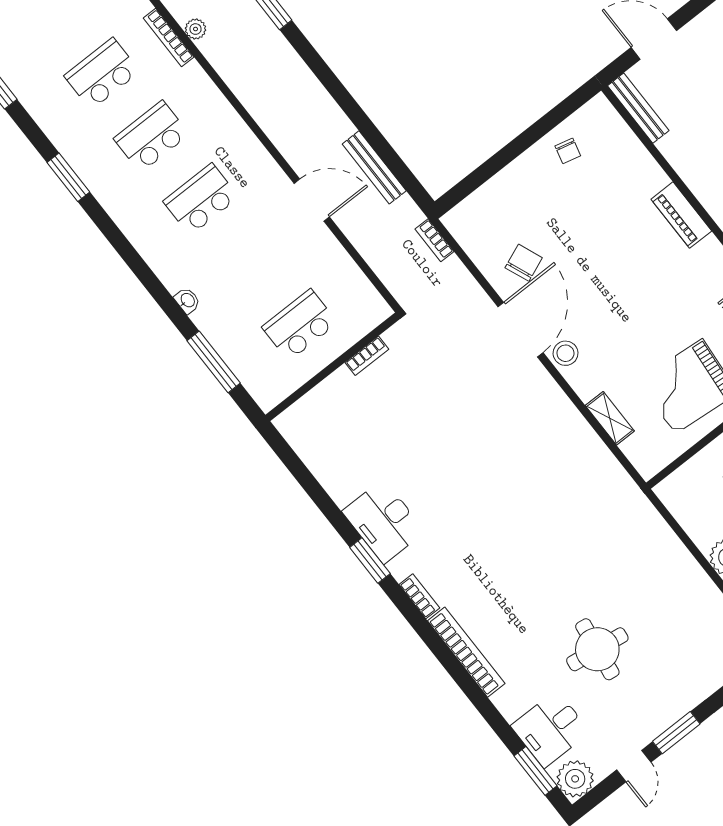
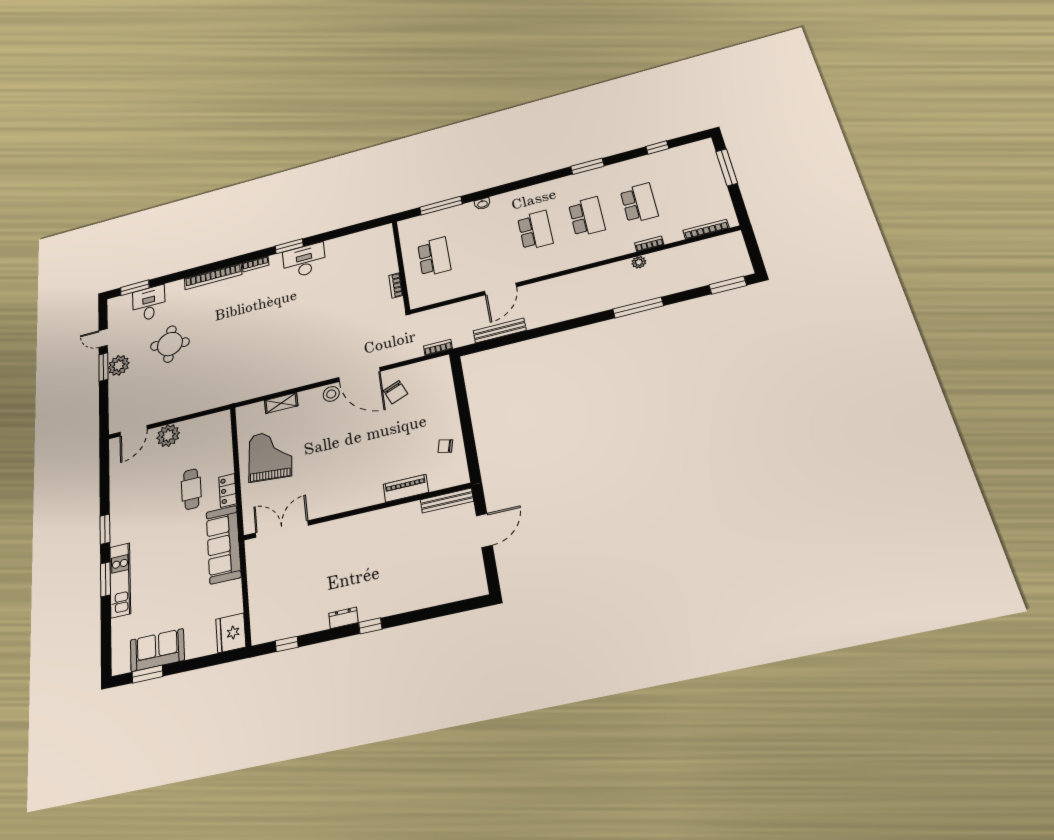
bookcase: (169, 38) -> (649, 244), width x0.64
piano: (681, 215) -> (406, 488), moved
plant: (575, 779) -> (119, 365), moved

